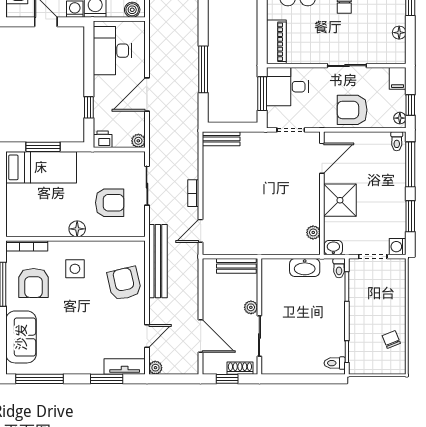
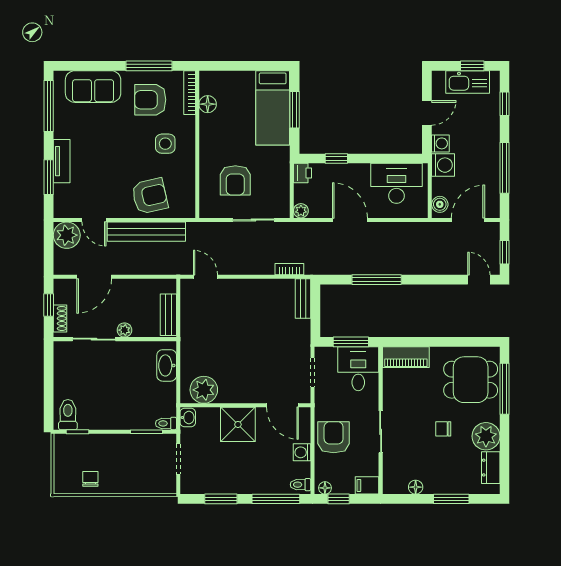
bookcase: (193, 193) -> (289, 269), moved
floor lamp: (77, 229) -> (208, 104), moved
plant: (313, 232) -> (204, 390), width x1.88, depth x1.88
washing machine: (398, 247) -> (302, 452), moved, turned -90
bench: (158, 261) -> (146, 232), moved
washbasin: (305, 268) -> (167, 365), moved
chair: (391, 339) -> (90, 479), turned -68
toilet: (335, 363) -> (68, 415), width x1.37, depth x1.39
tv unit: (125, 367) -> (62, 161), moved
plant: (155, 368) -> (67, 235), width x1.87, depth x1.87

